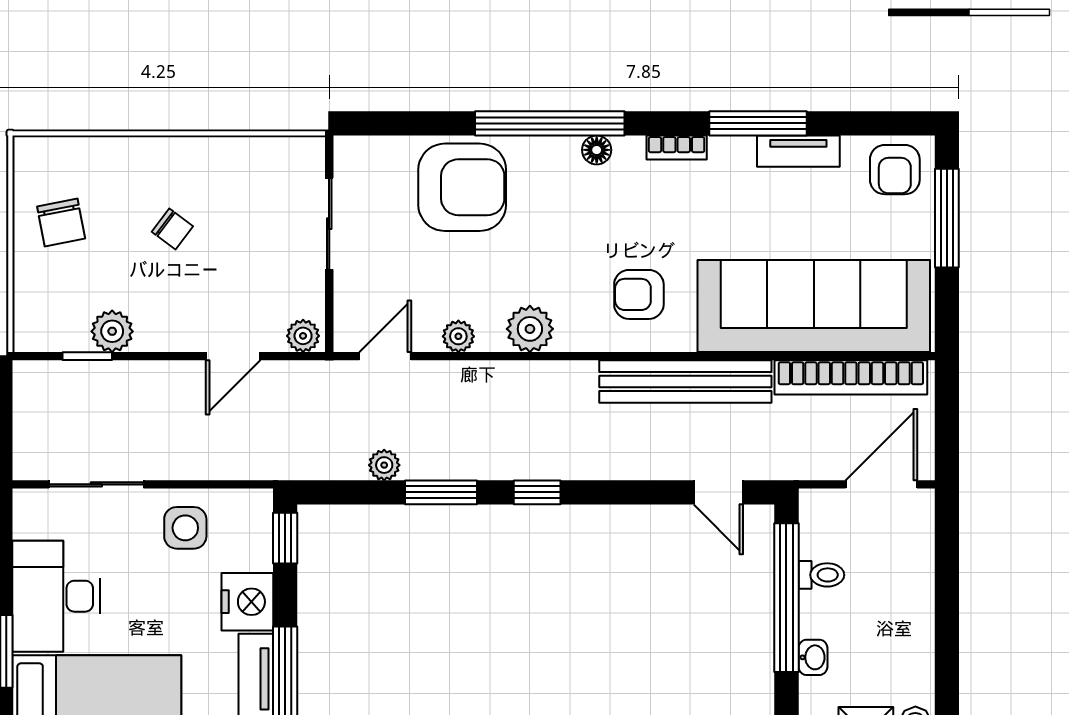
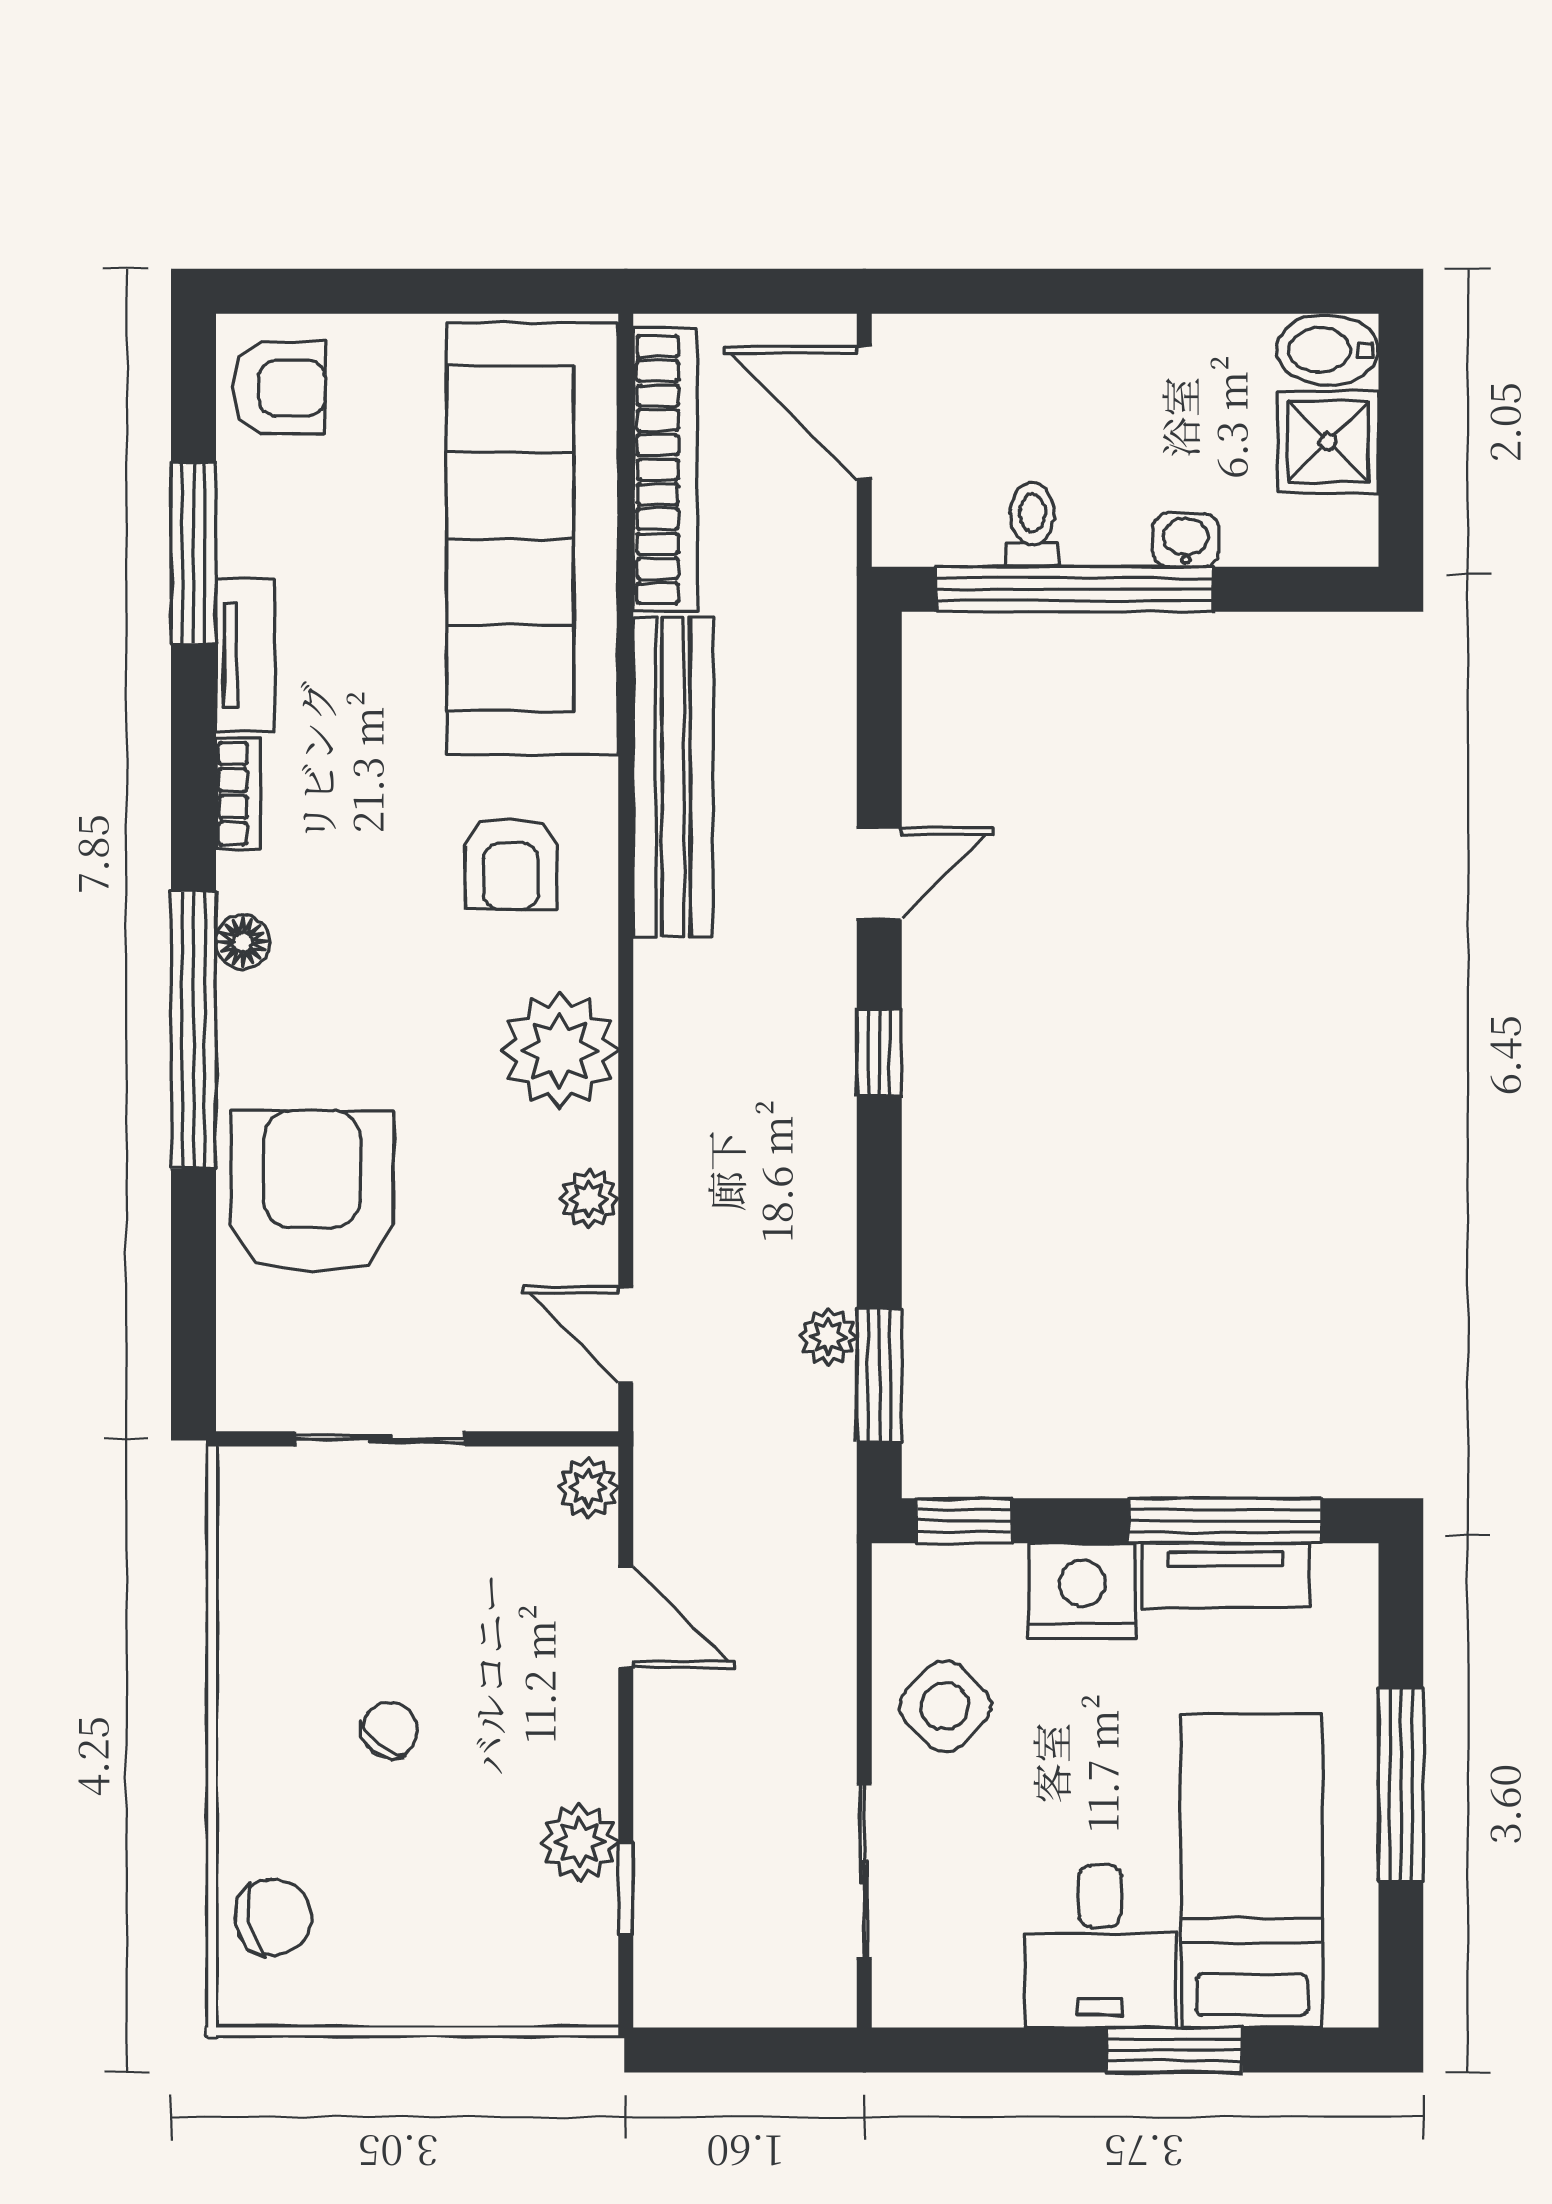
window: (758, 123) -> (194, 553), moved
tv unit: (798, 151) -> (245, 655), moved
window: (947, 218) -> (370, 291), removed
chair: (61, 223) -> (273, 1917), moved
plant: (530, 329) -> (560, 1050), width x1.36, depth x1.36
window: (441, 492) -> (879, 1375), moved
door: (718, 492) -> (879, 874), moved
side table: (185, 528) -> (945, 1706), turned 45
desk: (56, 596) -> (1100, 1946), width x0.73

